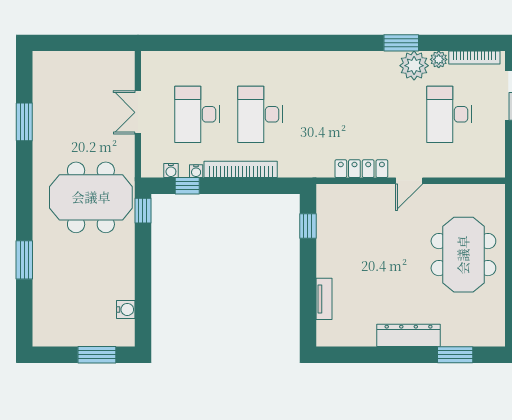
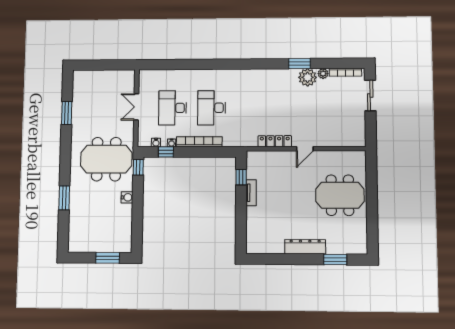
desk: (449, 114) -> (330, 107), removed
meeting table: (463, 255) -> (340, 195), turned 90
tv unit: (324, 299) -> (251, 193), moved
water cooler: (126, 309) -> (127, 197), moved

